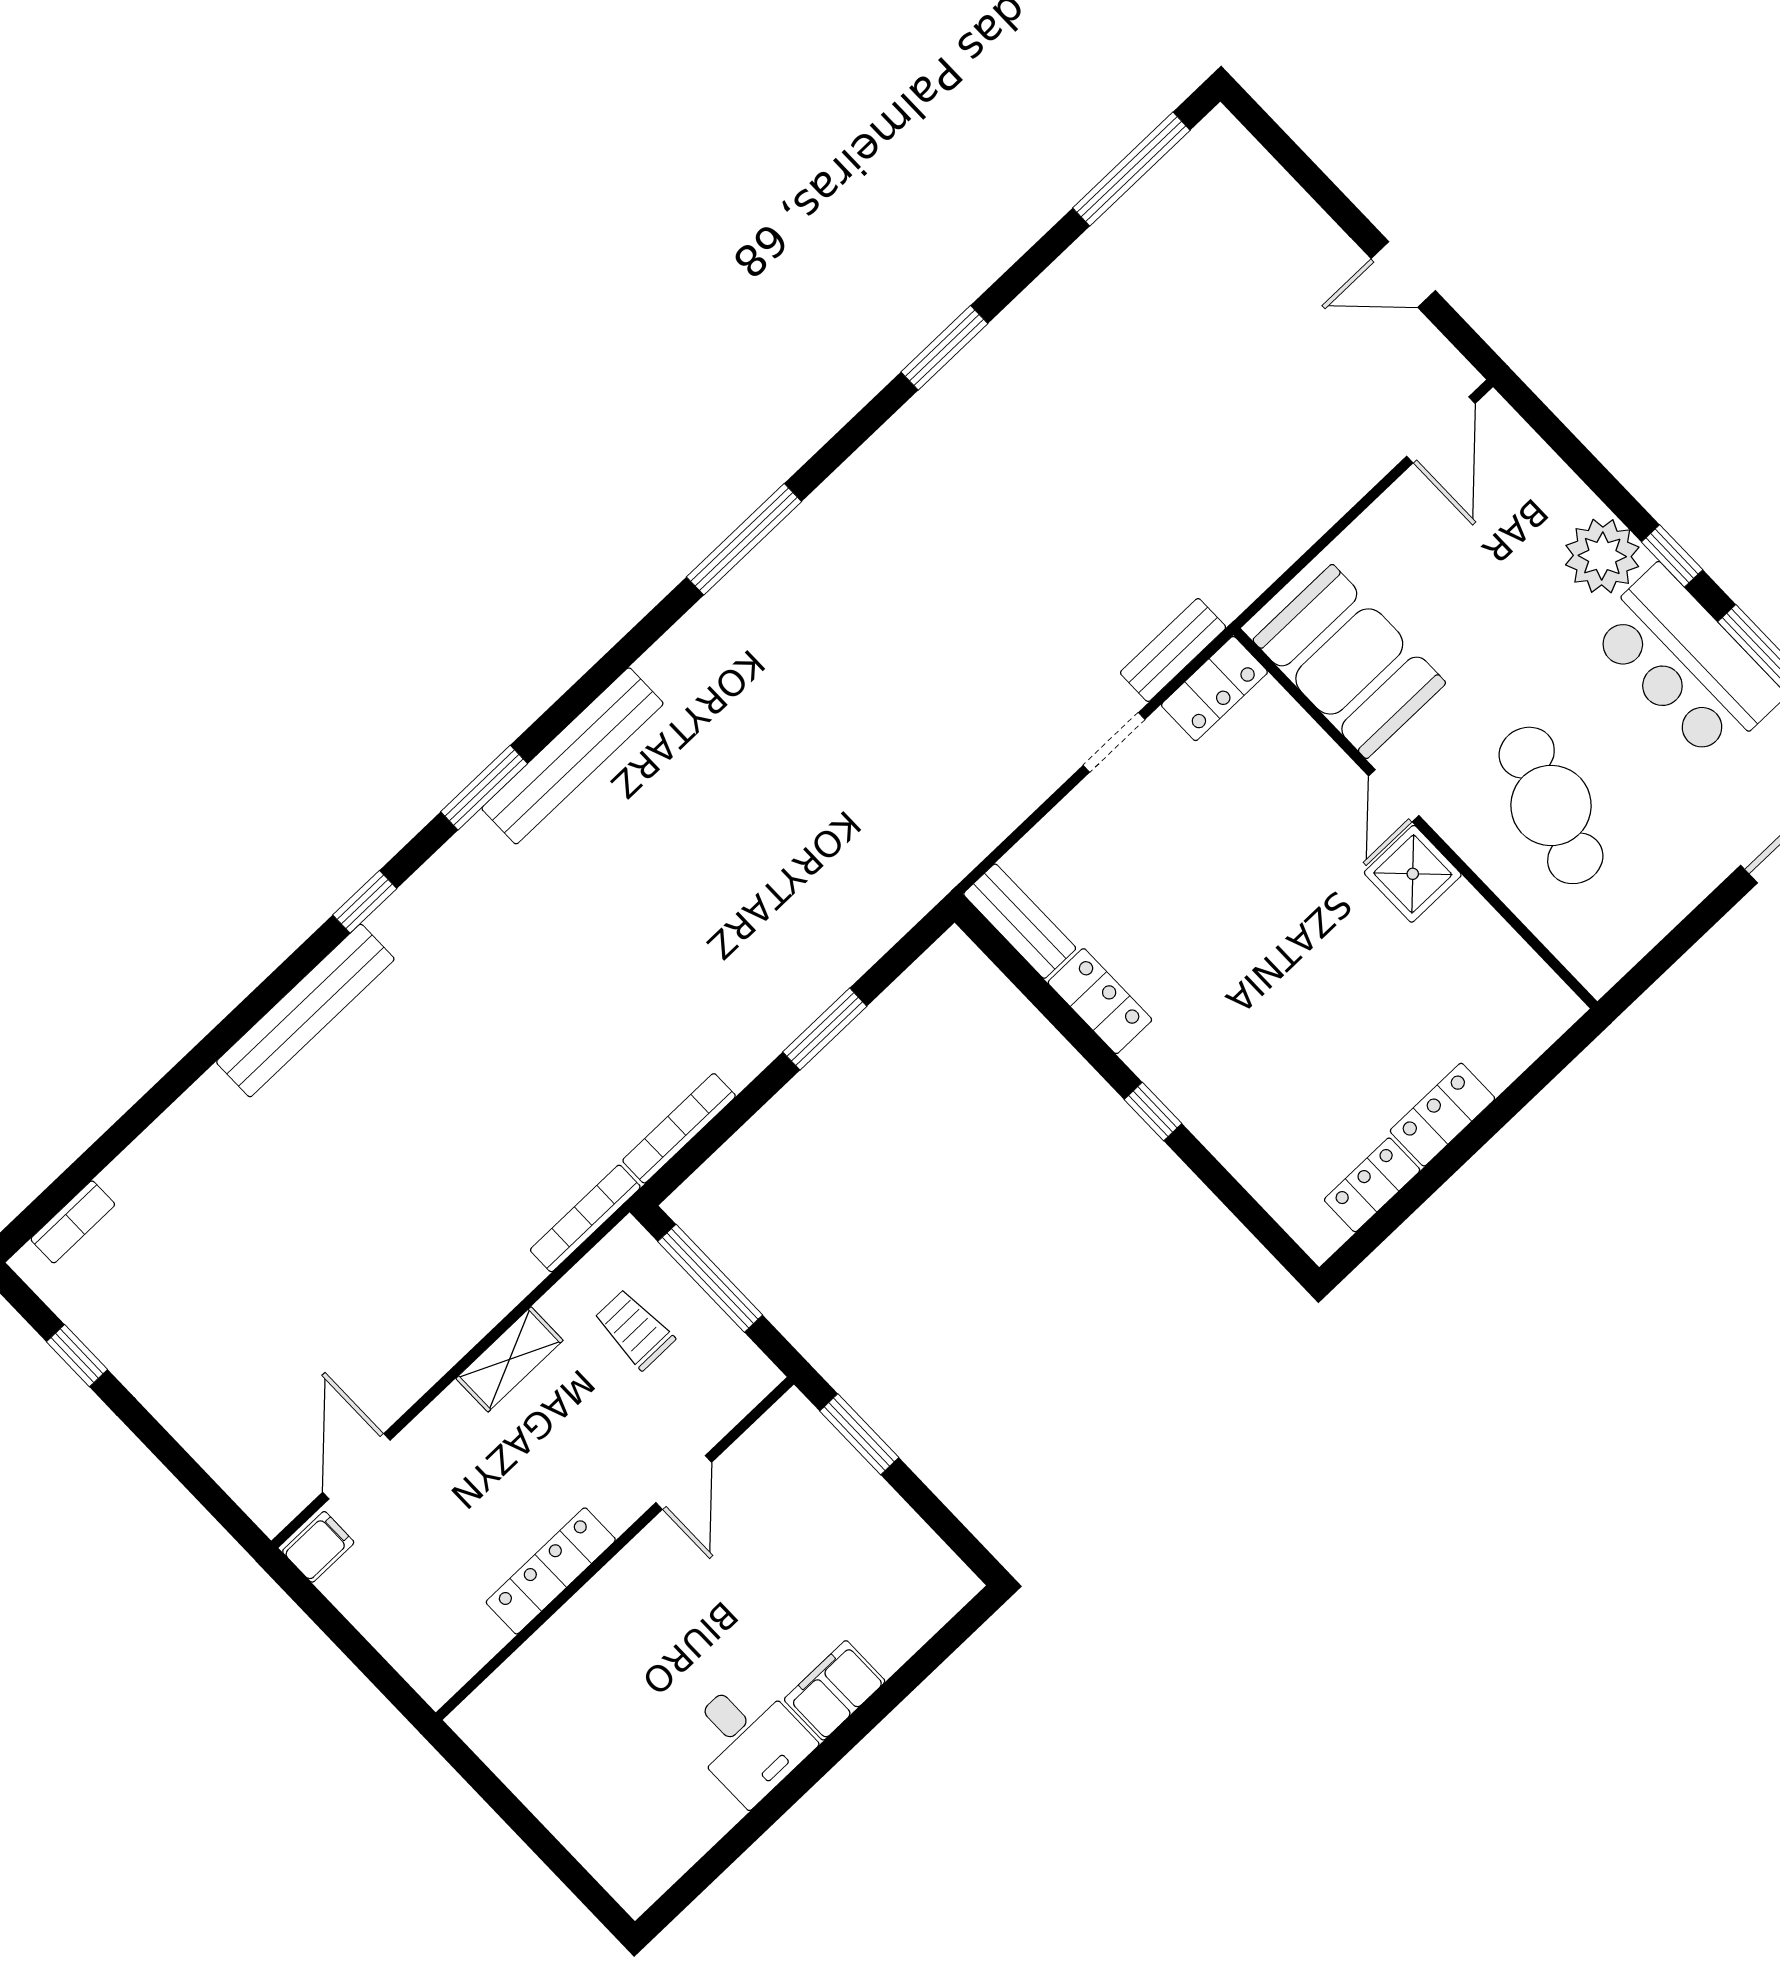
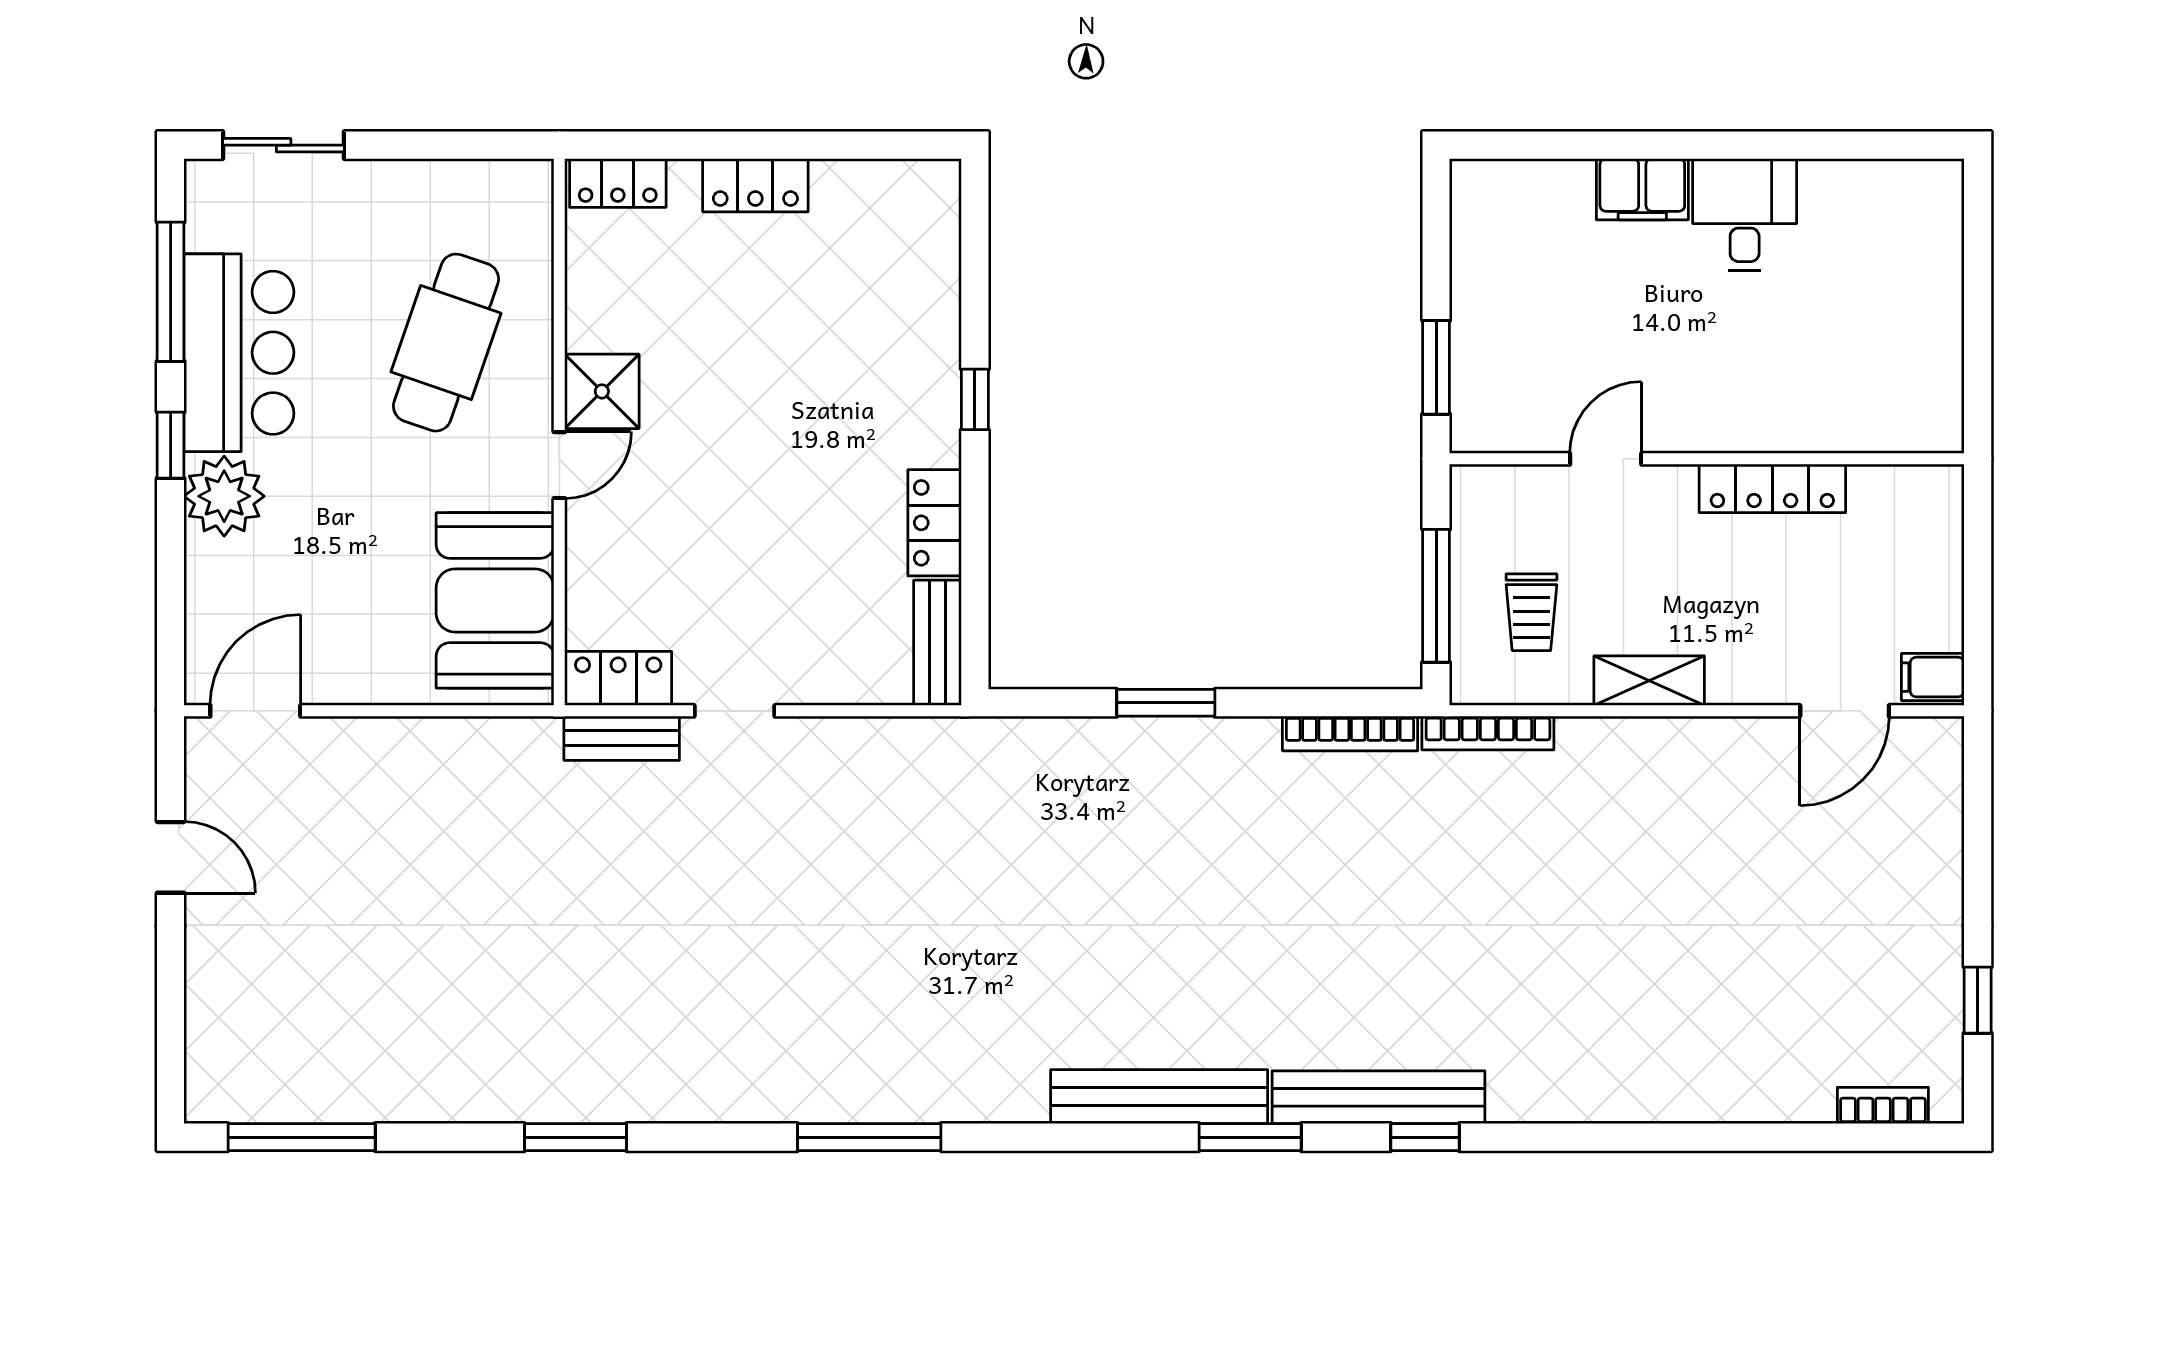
bench: (305, 1010) -> (1378, 1097), moved
locker: (1372, 1185) -> (618, 183), moved

